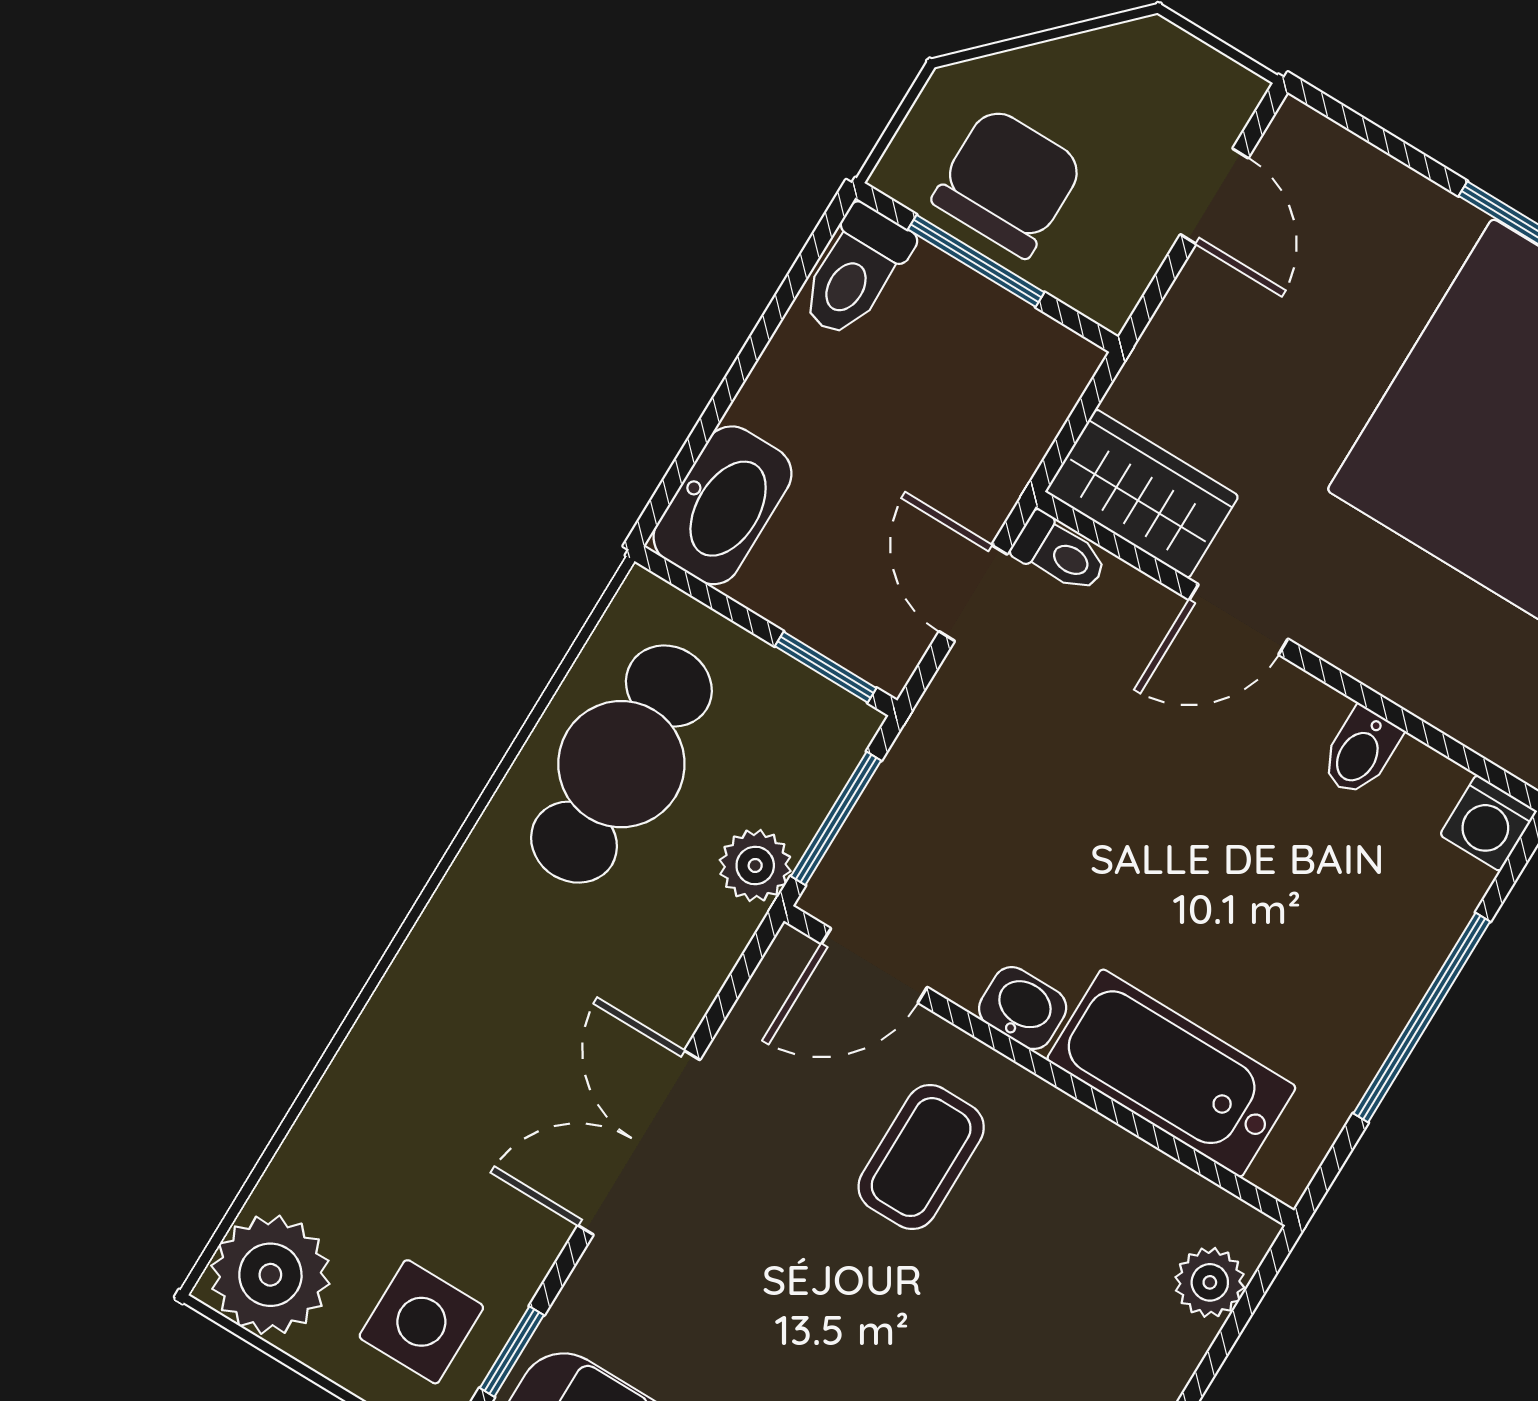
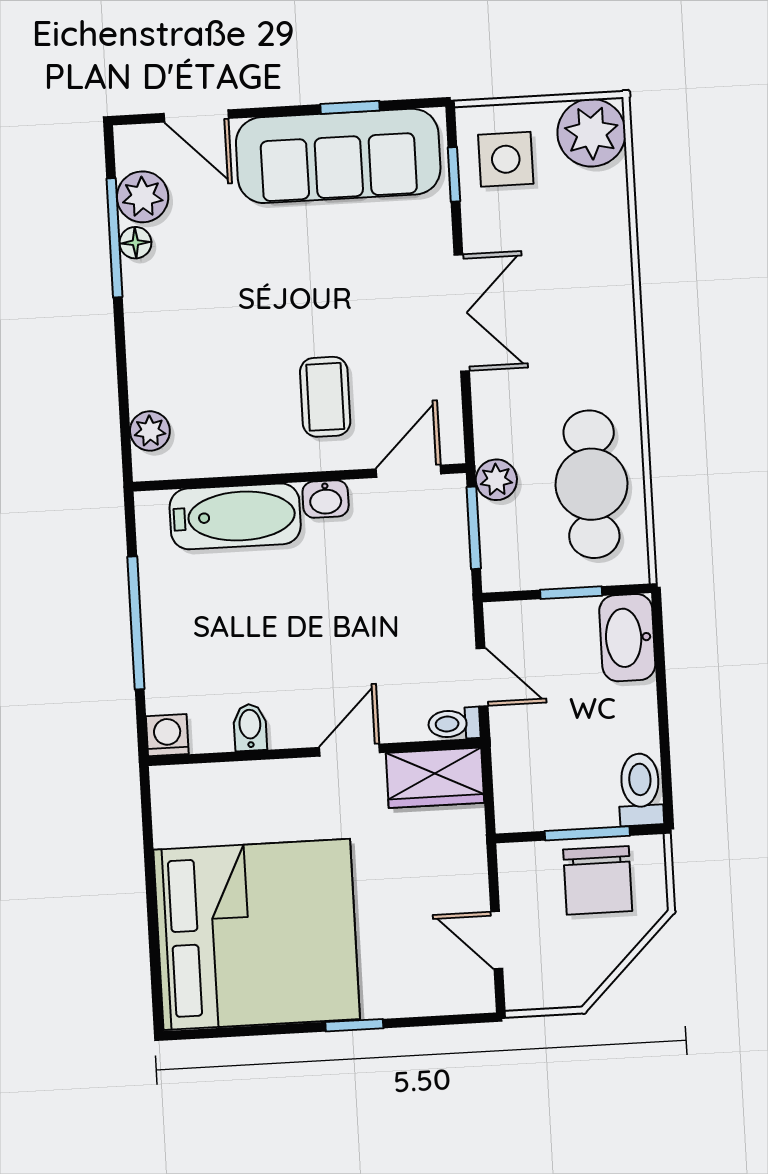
window: (826, 667) -> (571, 593), moved

